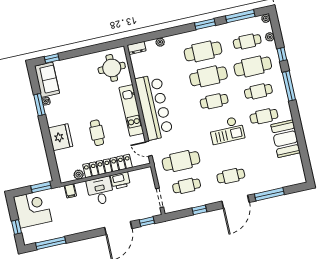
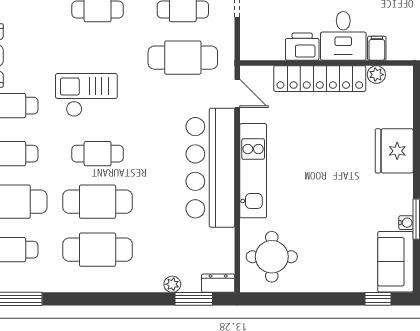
window: (205, 24) -> (194, 299), moved
cafe table: (97, 133) -> (326, 144), removed
filing cabinet: (70, 191) -> (377, 48), moved

